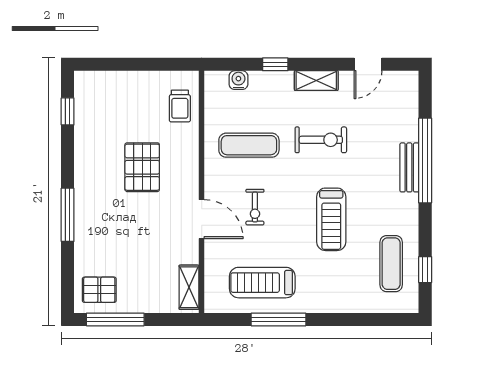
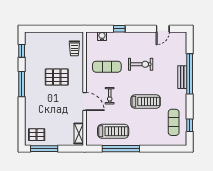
shelving: (316, 81) -> (138, 36), removed
pallet: (142, 167) -> (57, 77), turned 90
window: (68, 215) -> (22, 84), moved
treadmill: (331, 219) -> (146, 102), turned -90
treadmill: (262, 283) -> (113, 131), turned 180
window: (279, 319) -> (121, 149), width x1.46

